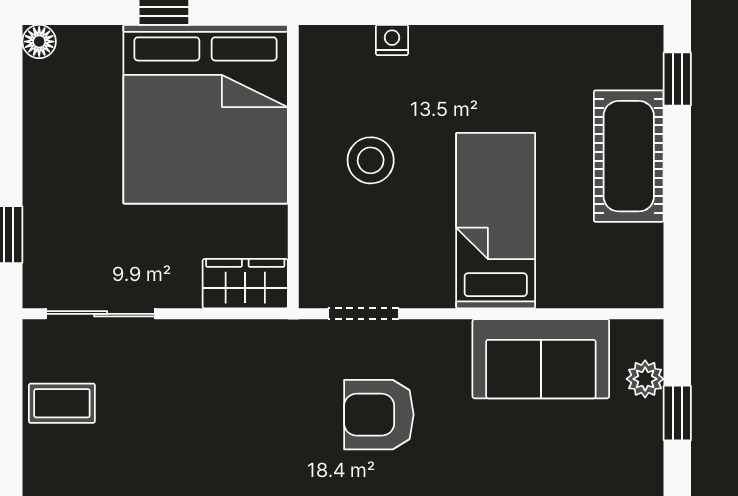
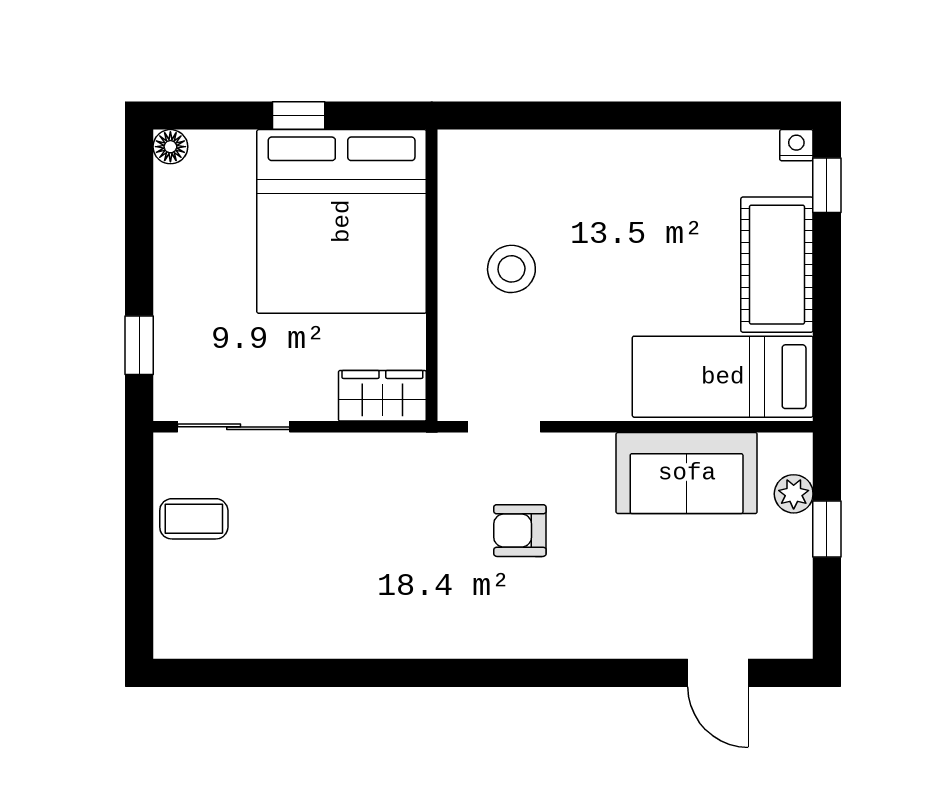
nightstand: (392, 40) -> (796, 145), moved
bed: (496, 221) -> (723, 377), moved, turned -90
armchair: (379, 415) -> (520, 531), width x0.72, depth x0.72

